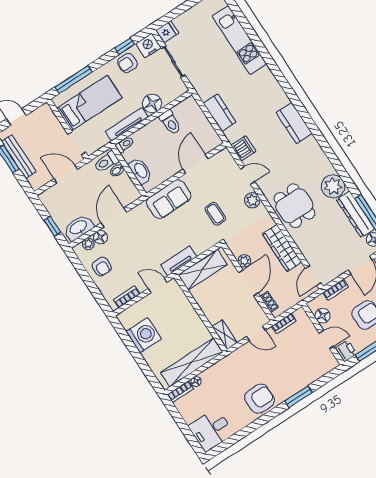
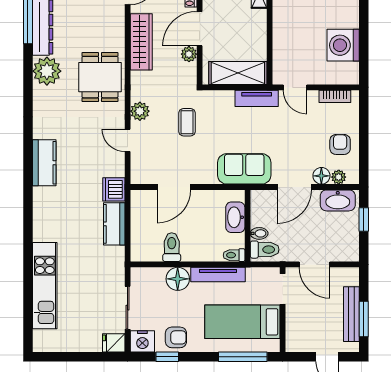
dishwasher: (243, 148) -> (114, 189), moved
sofa: (169, 199) -> (244, 169), moved

